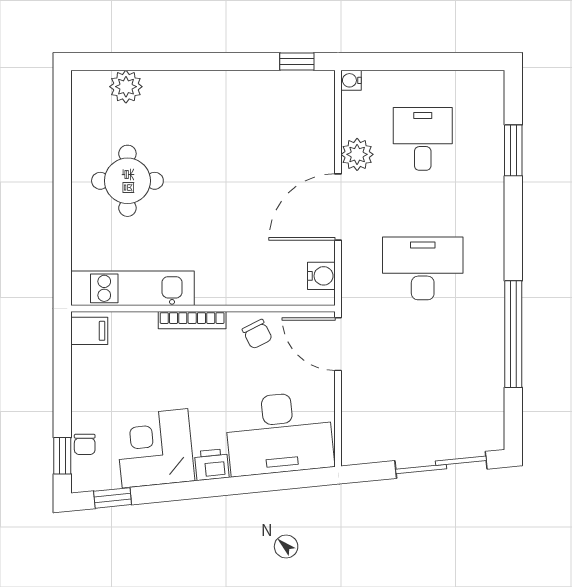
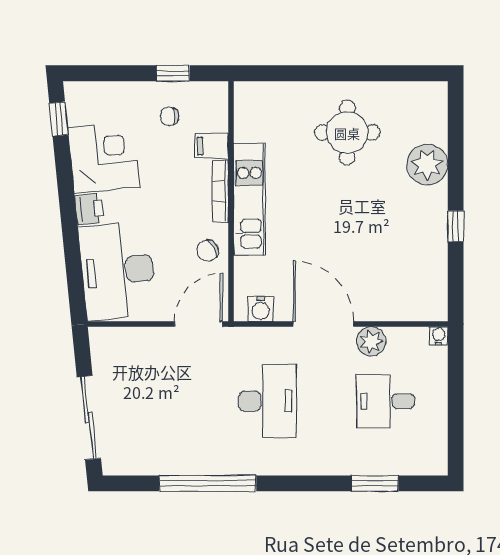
window: (297, 62) -> (456, 226), moved
plant: (126, 87) -> (427, 165), moved, width x1.36, depth x1.36
desk: (423, 139) -> (385, 401), turned 180
kitchen unit: (133, 288) -> (249, 199), moved
filing cabinet: (89, 331) -> (212, 146), moved, turned 90
chair: (85, 444) -> (169, 116), moved
window: (62, 456) -> (173, 73), moved

